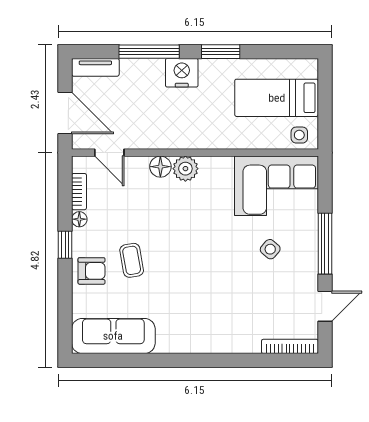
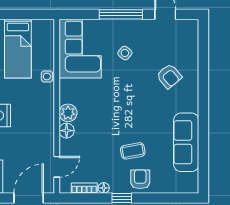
side table: (299, 135) -> (47, 76), moved
armchair: (238, 312) -> (169, 76), added
sofa: (113, 336) -> (186, 142), moved
bookcase: (290, 346) -> (194, 39), removed

